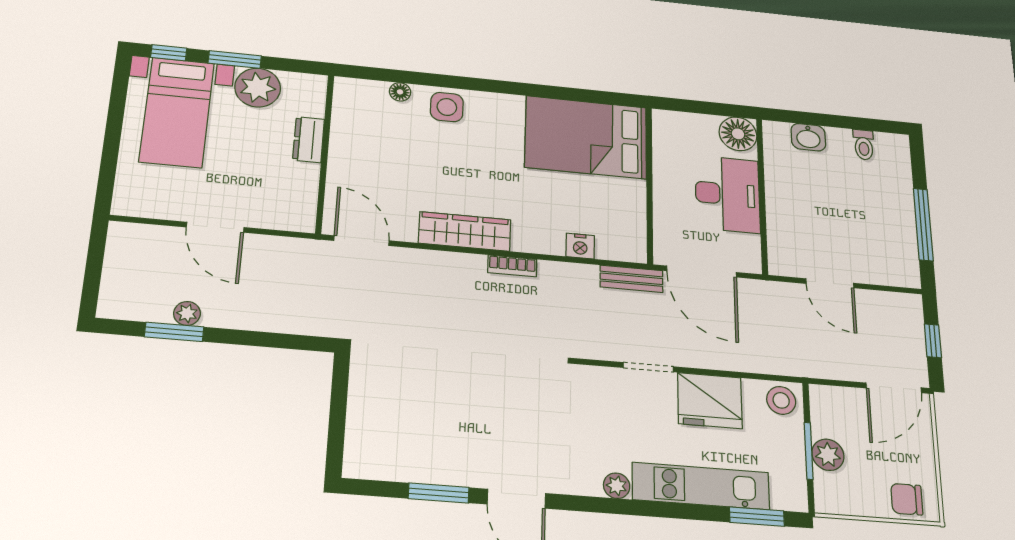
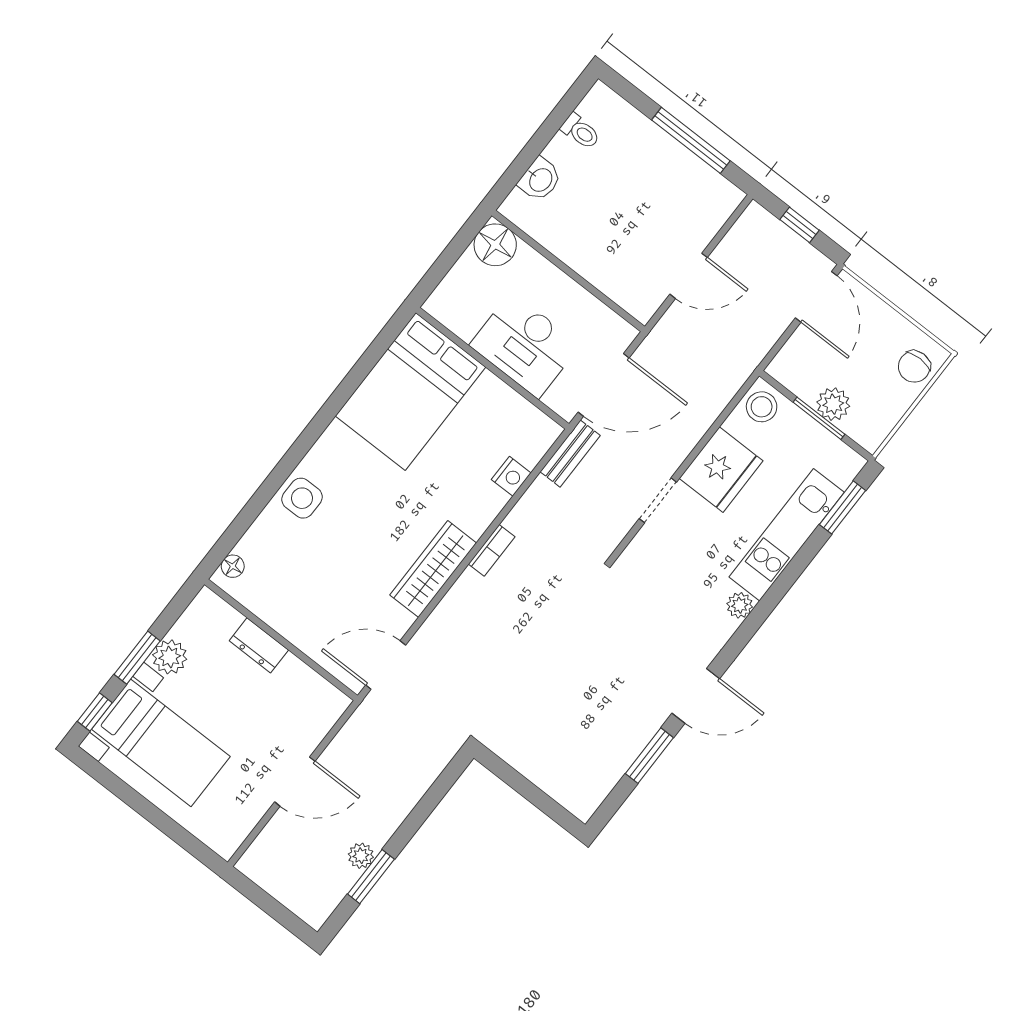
plant: (258, 88) -> (170, 657), width x0.73, depth x0.73
floor lamp: (400, 92) -> (233, 566), moved
desk: (727, 194) -> (525, 345), moved, turned 180

